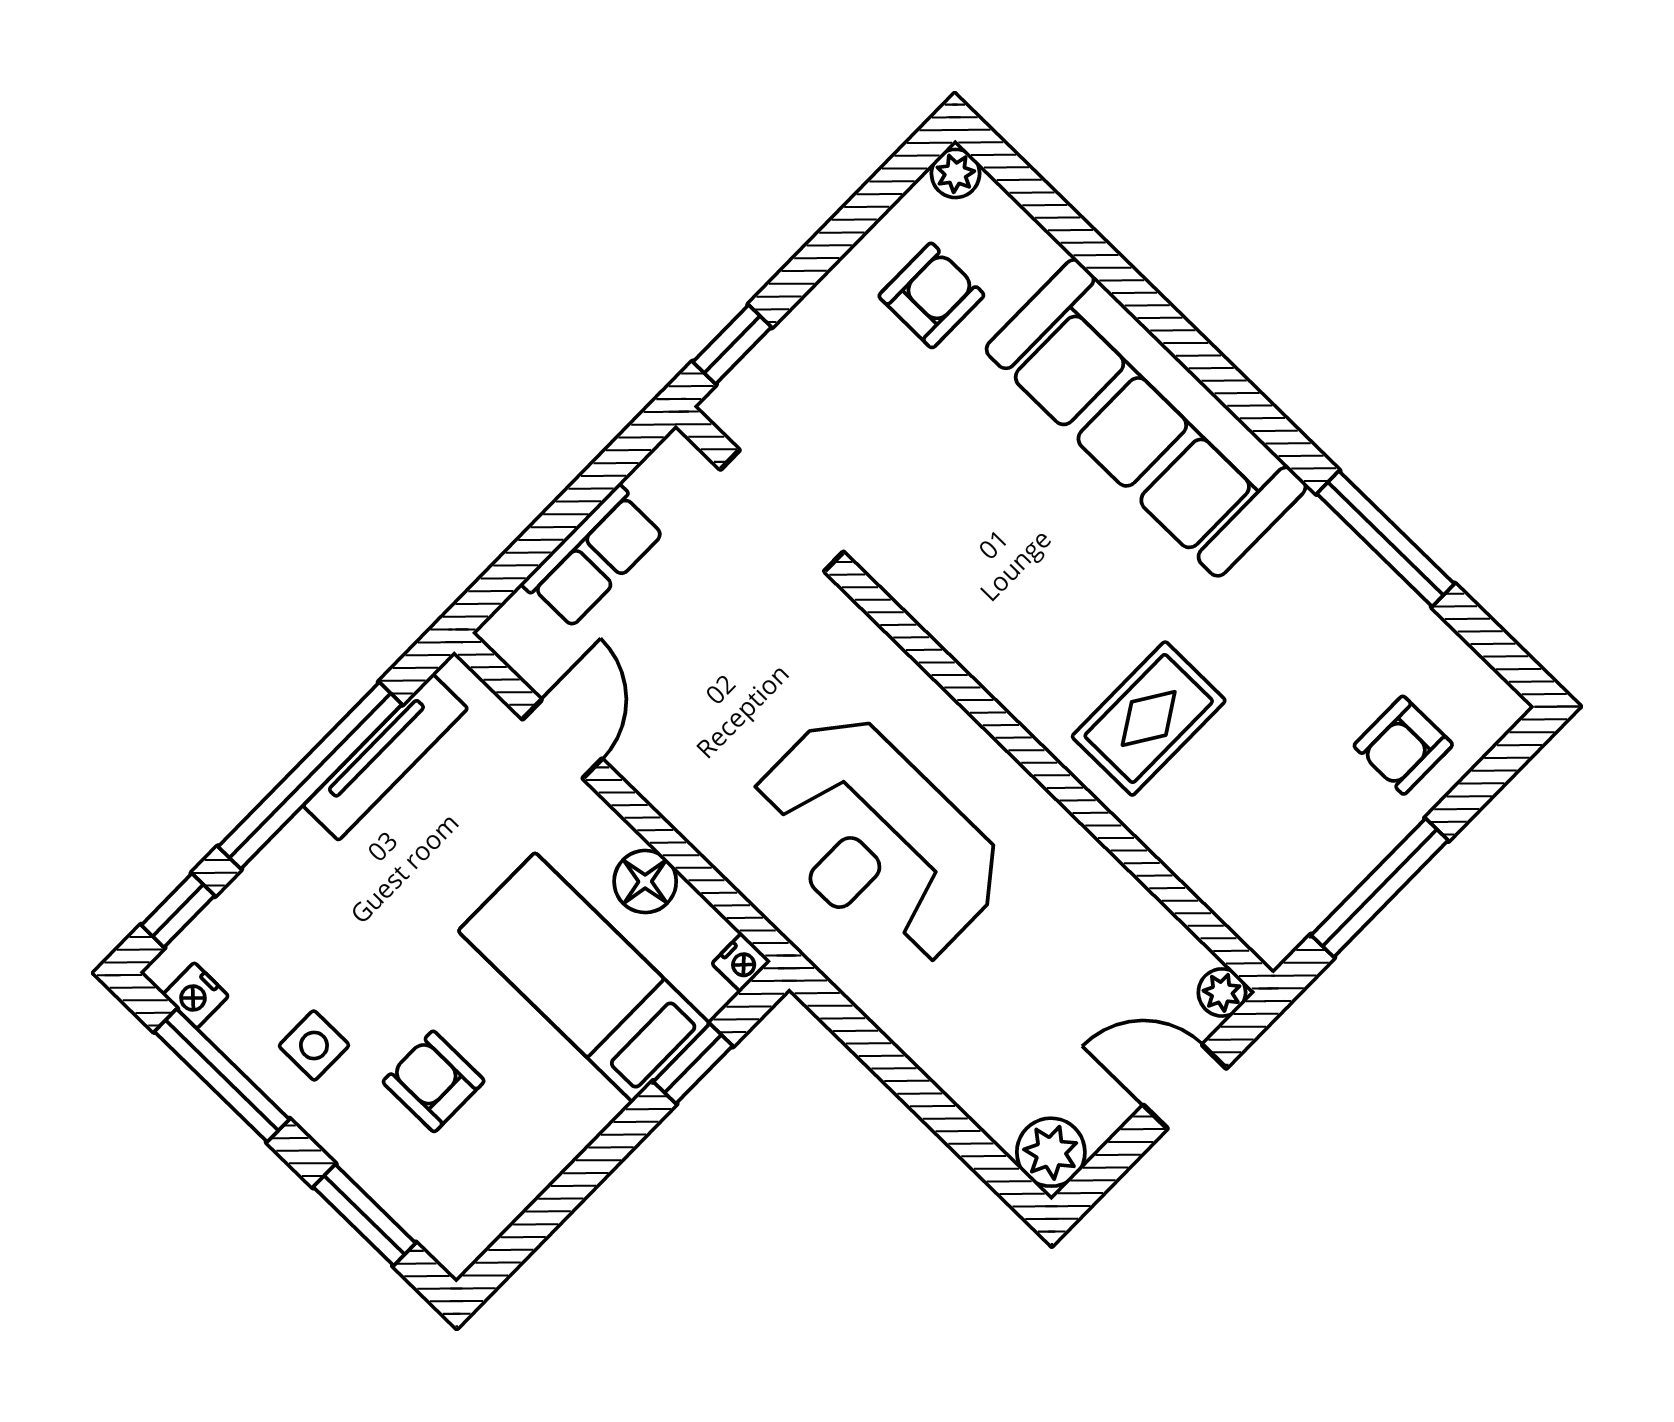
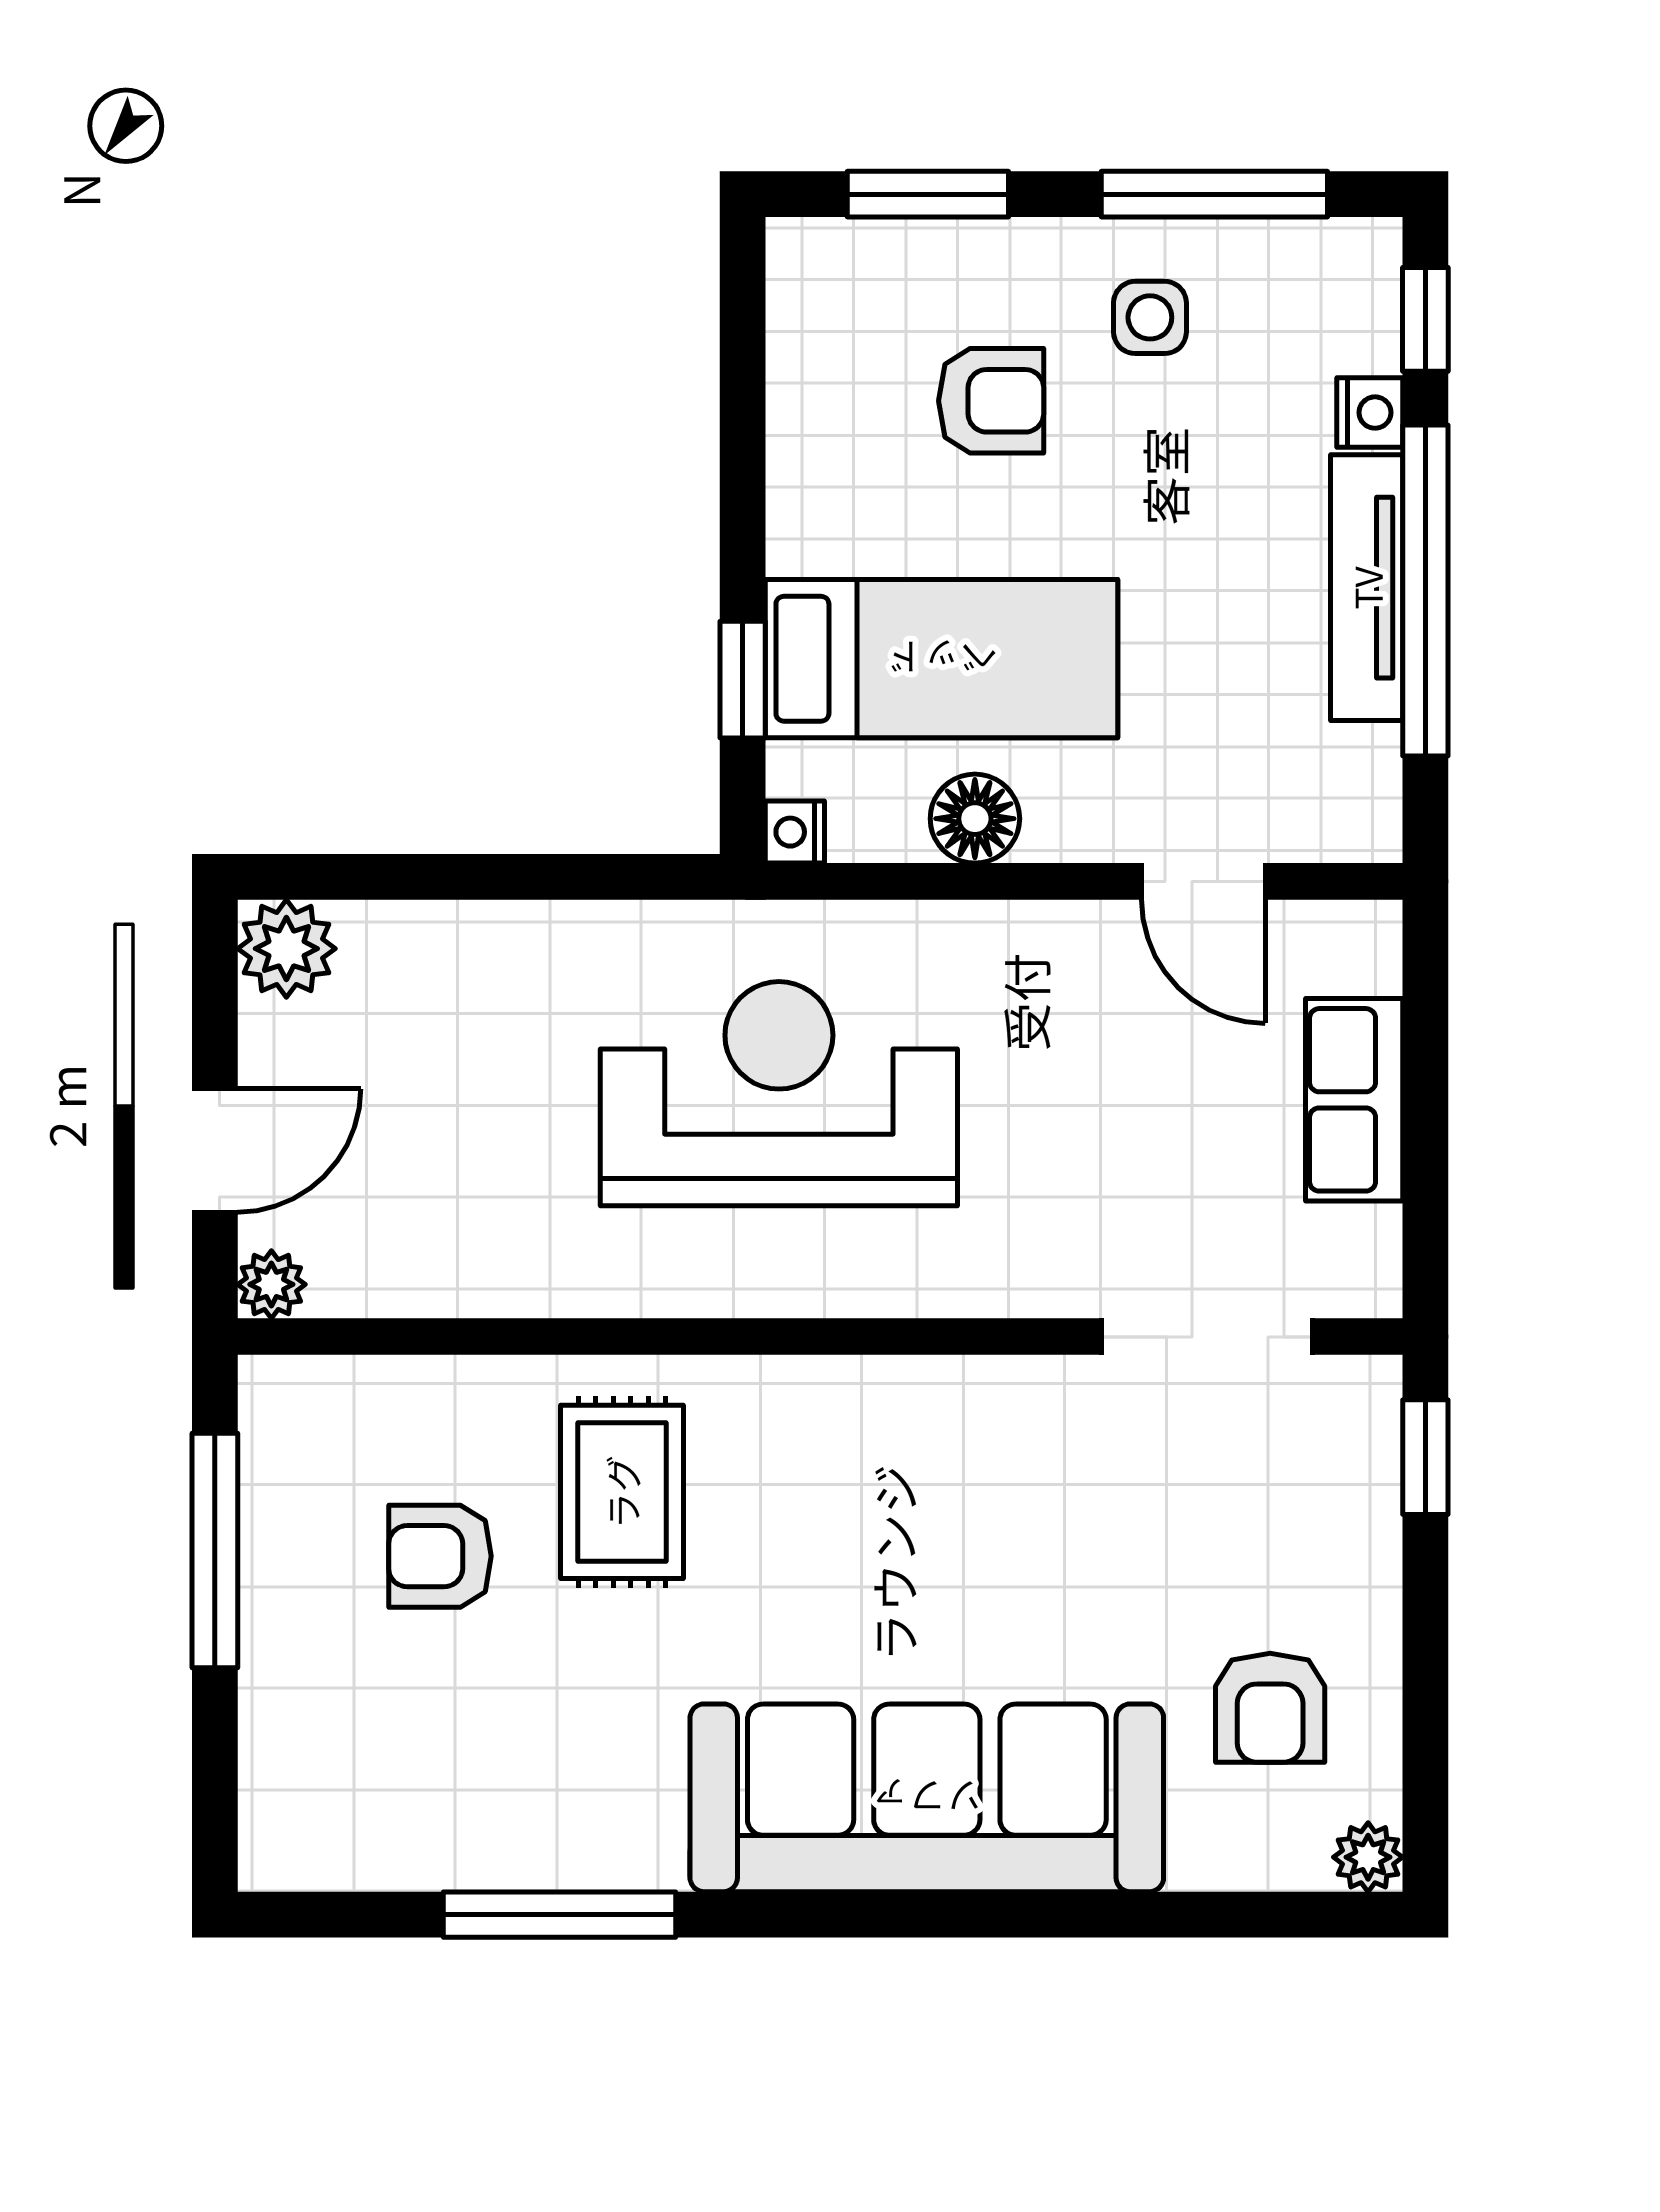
armchair: (1403, 745) -> (440, 1556), moved, turned -90
tv unit: (385, 757) -> (1367, 588), moved
nightstand: (196, 995) -> (1370, 413), moved, turned 90

